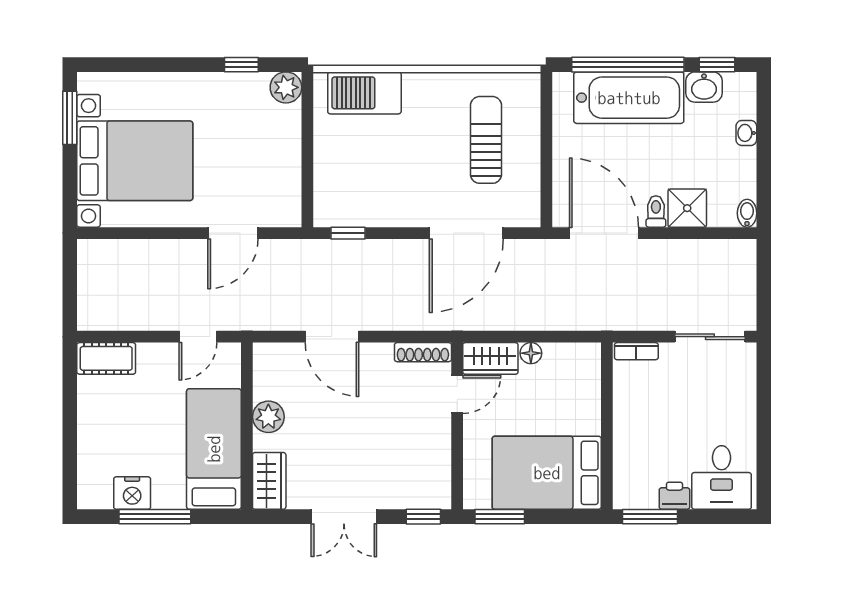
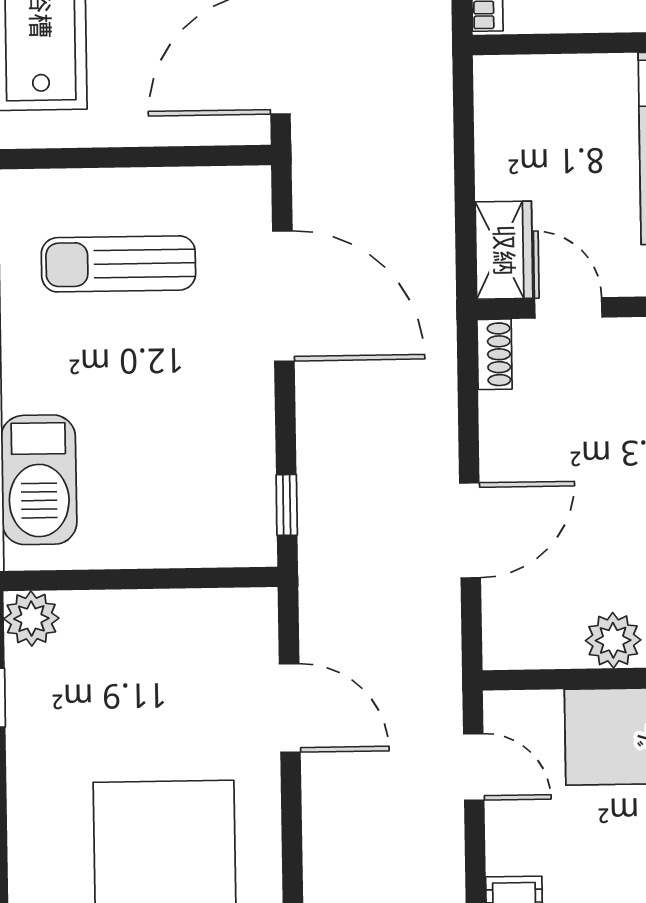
shoe rack: (423, 352) -> (495, 354), width x0.70
floor lamp: (531, 353) -> (494, 179), removed

